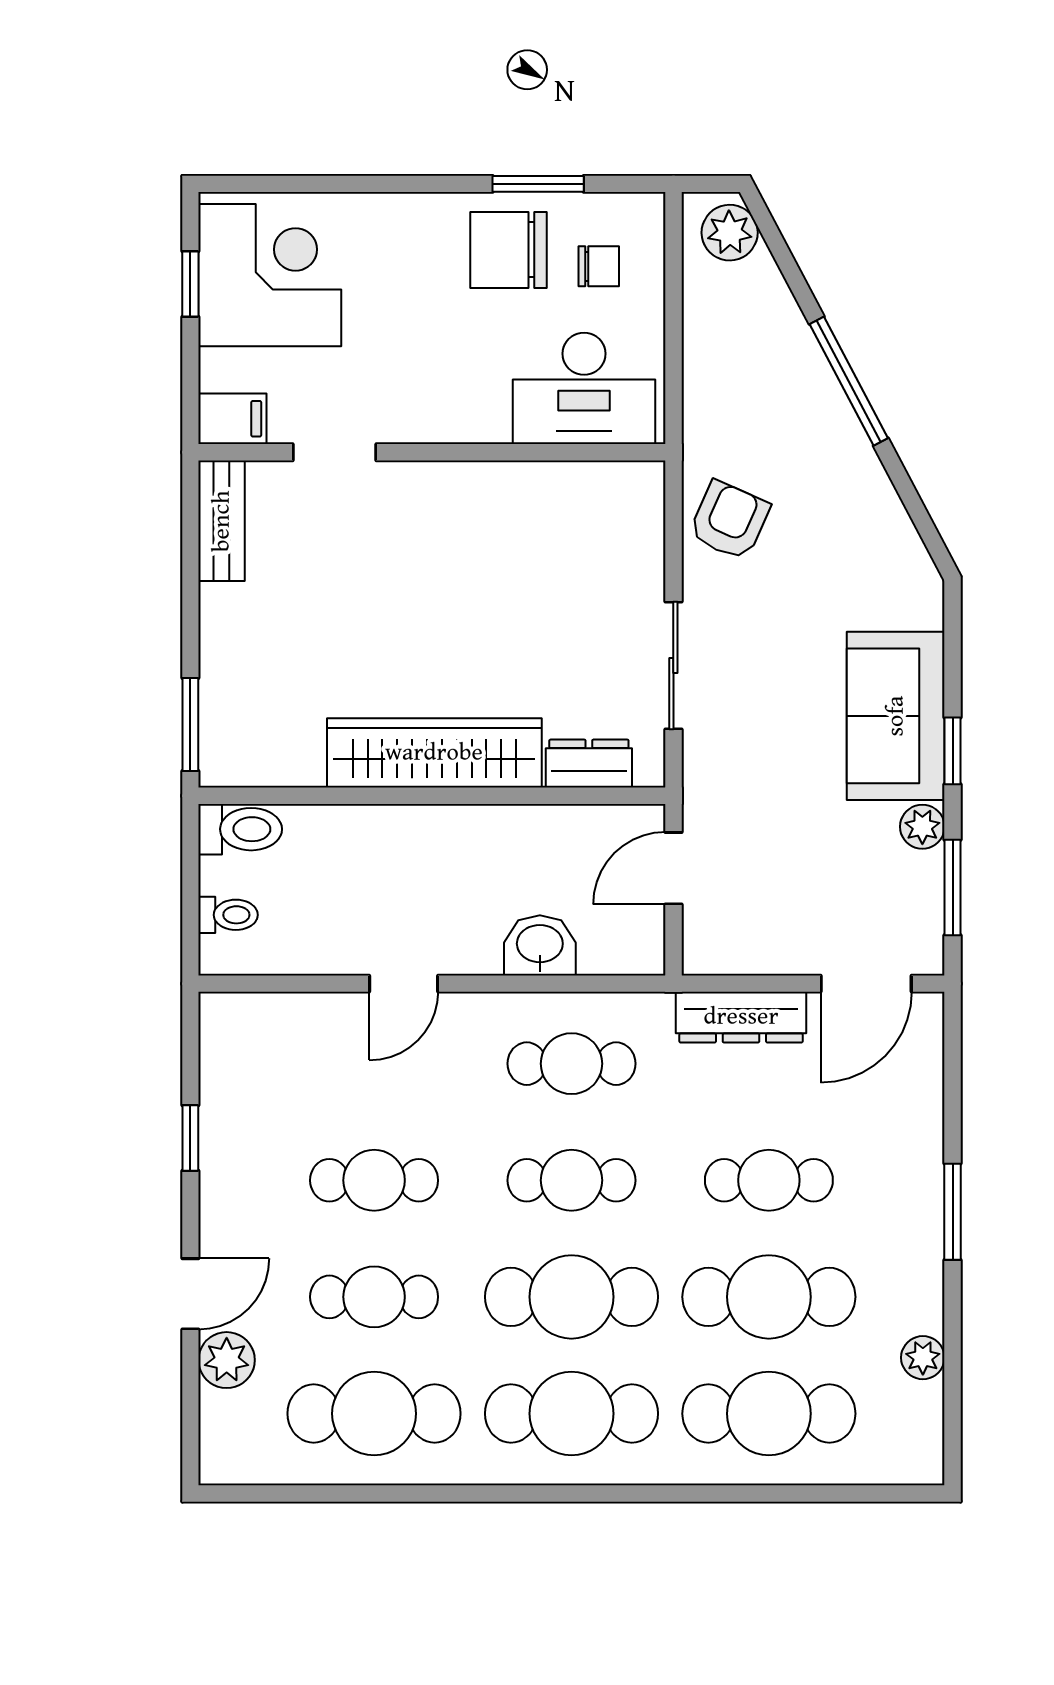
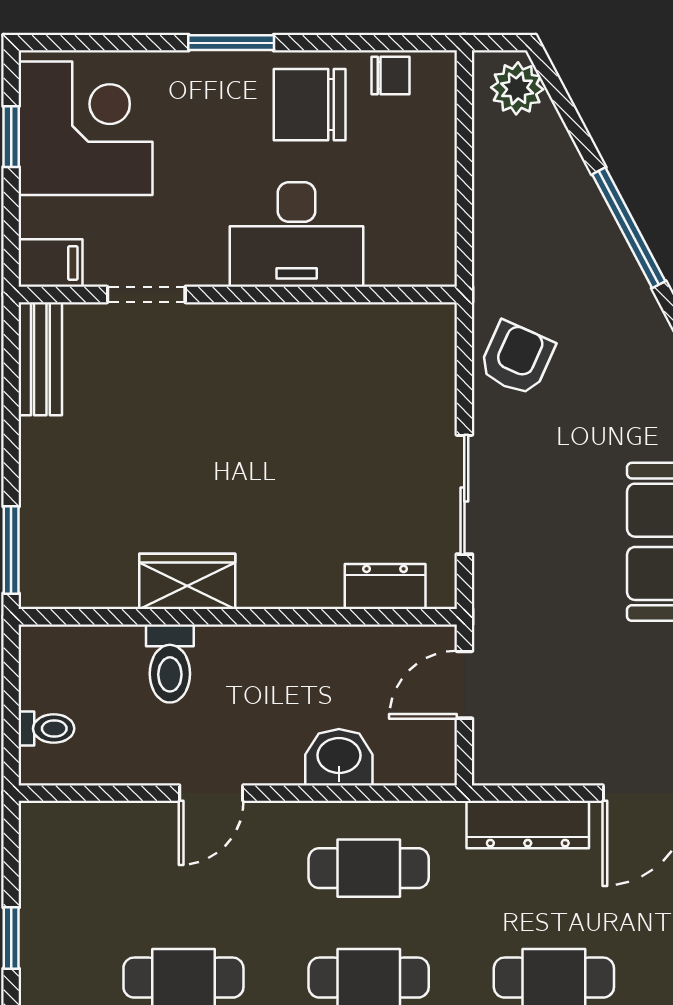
window: (538, 184) -> (231, 43), moved
chair: (599, 266) -> (391, 76), moved
desk: (584, 388) -> (297, 235), moved
wardrobe: (434, 753) -> (187, 581), width x0.48, depth x0.85
toilet: (240, 829) -> (170, 664), moved, turned 90

